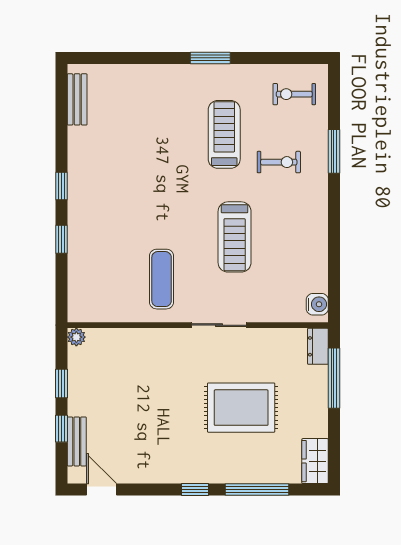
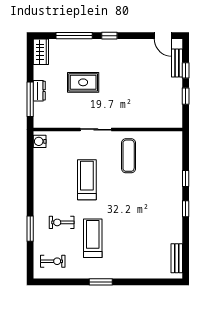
treadmill: (224, 134) -> (93, 238), turned 180
plant: (76, 337) -> (177, 123), removed
dresser: (318, 346) -> (39, 91), moved
rug: (241, 408) -> (83, 82), width x0.73, depth x0.70

